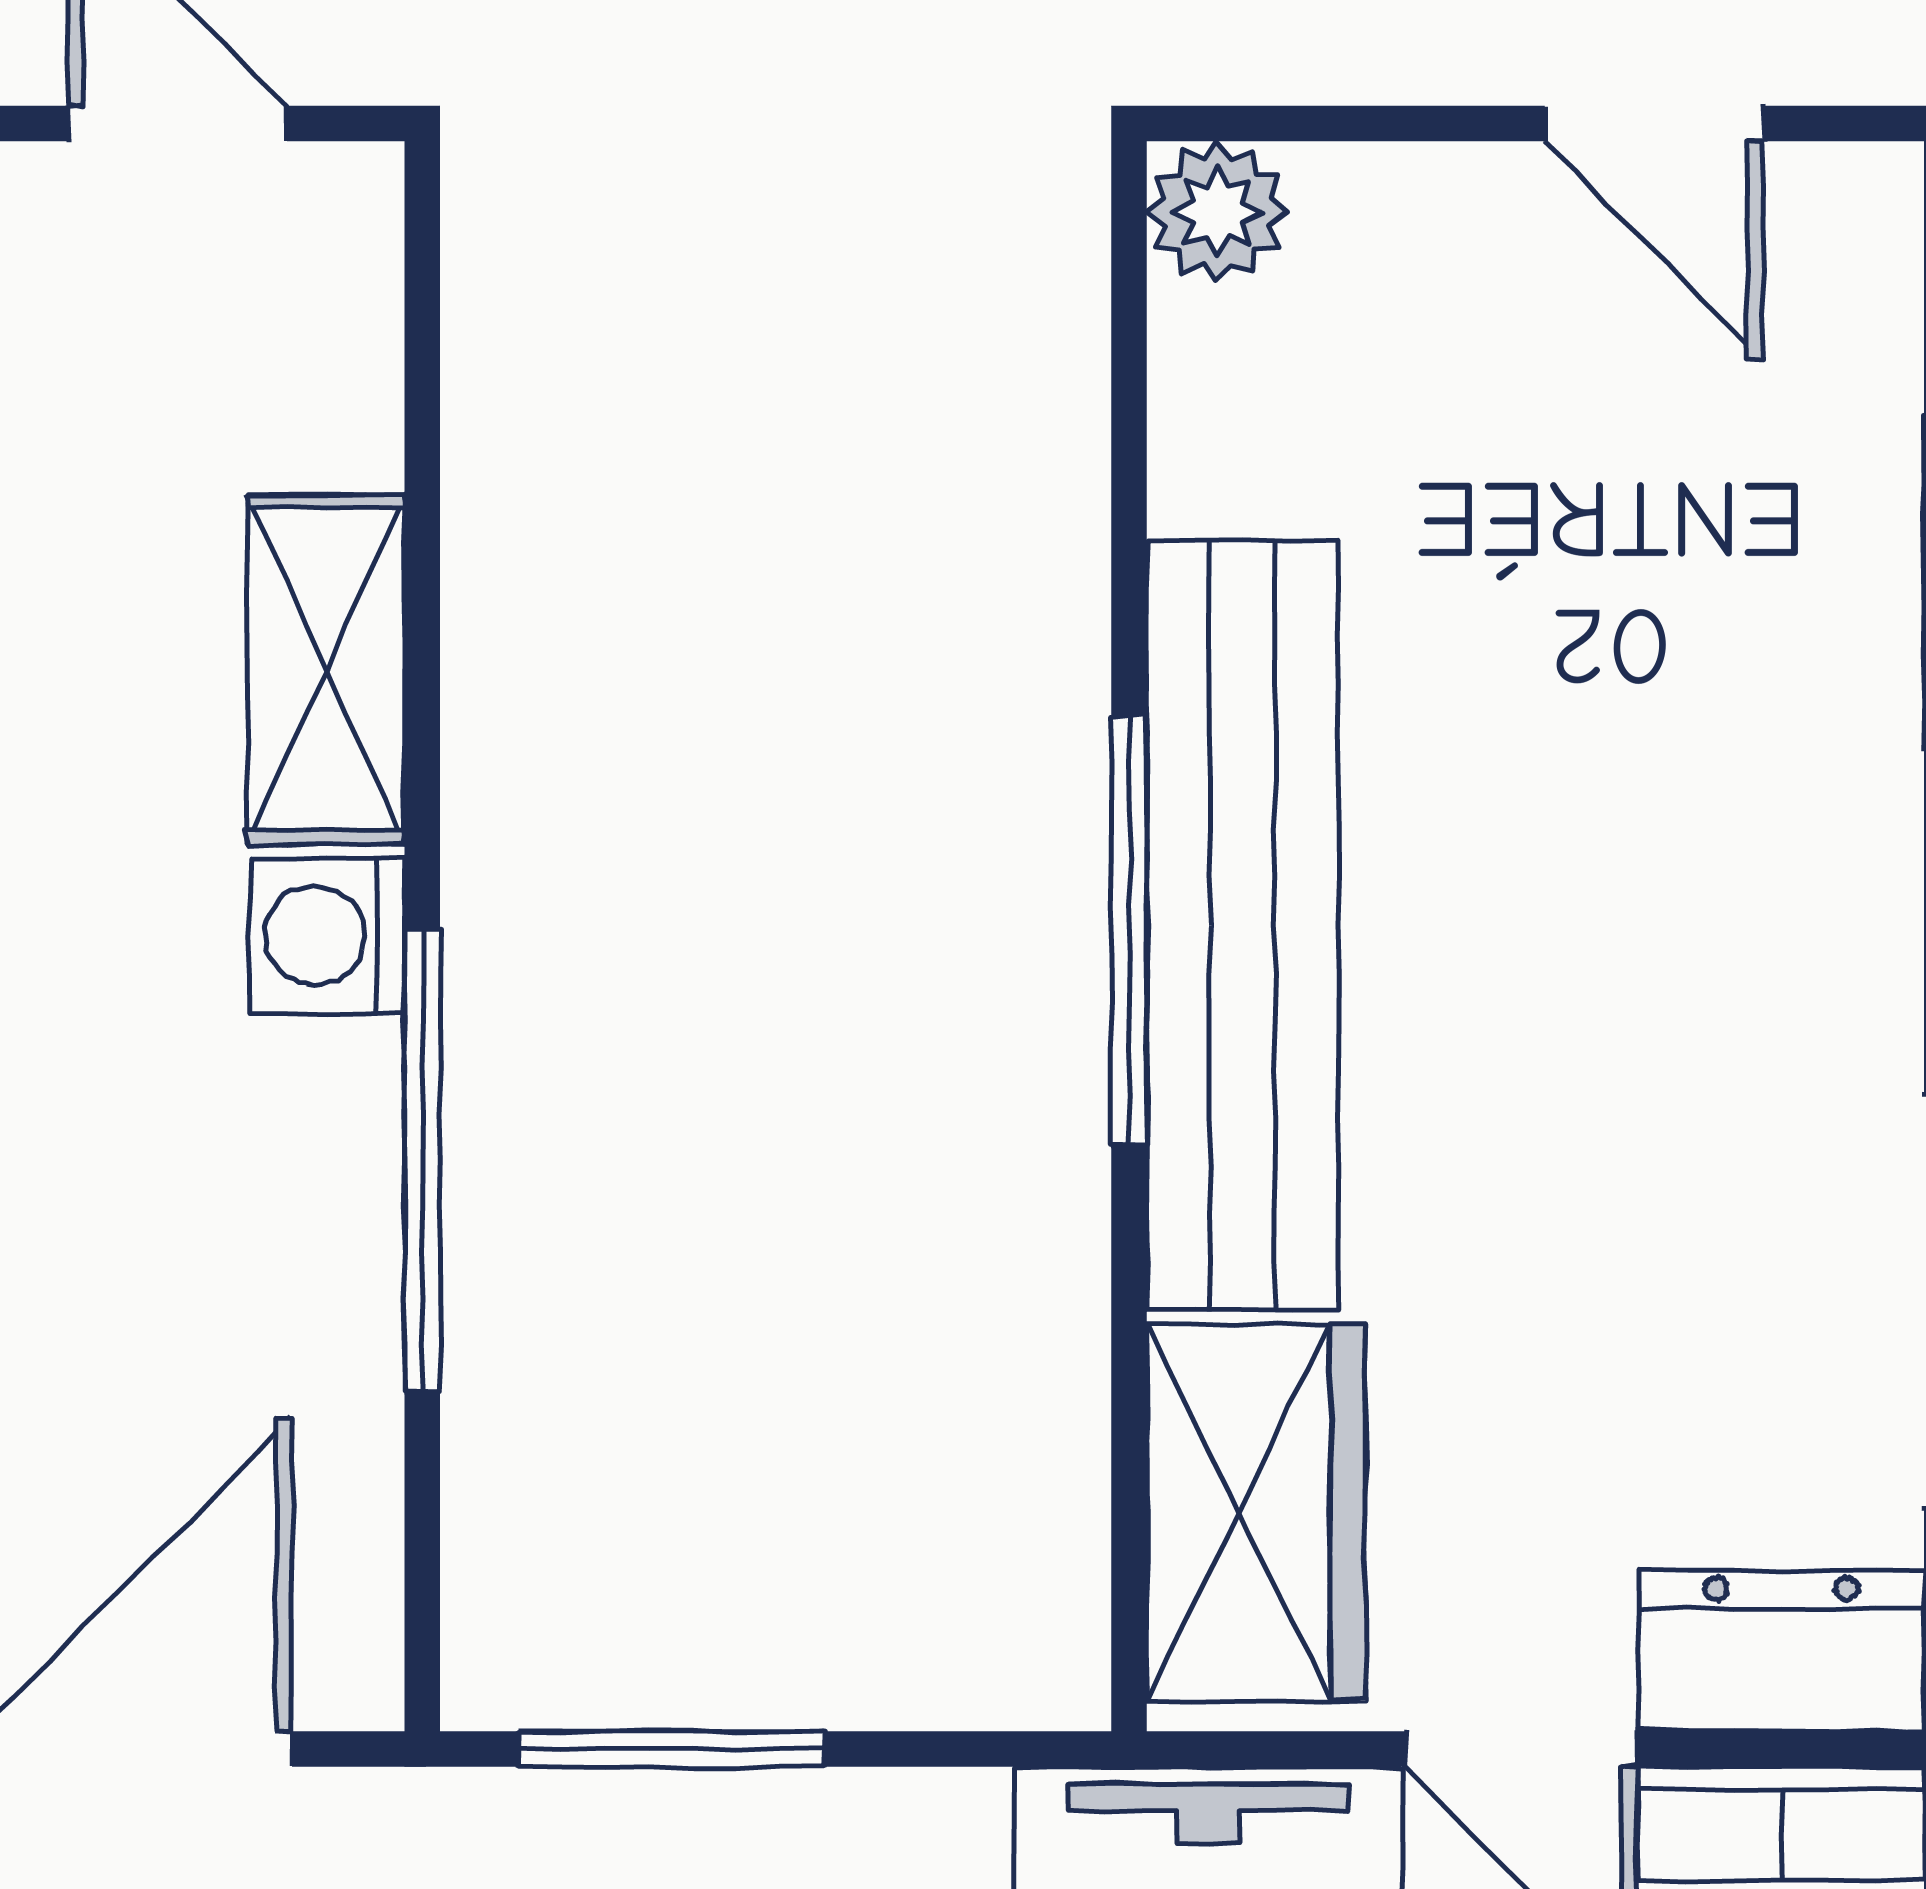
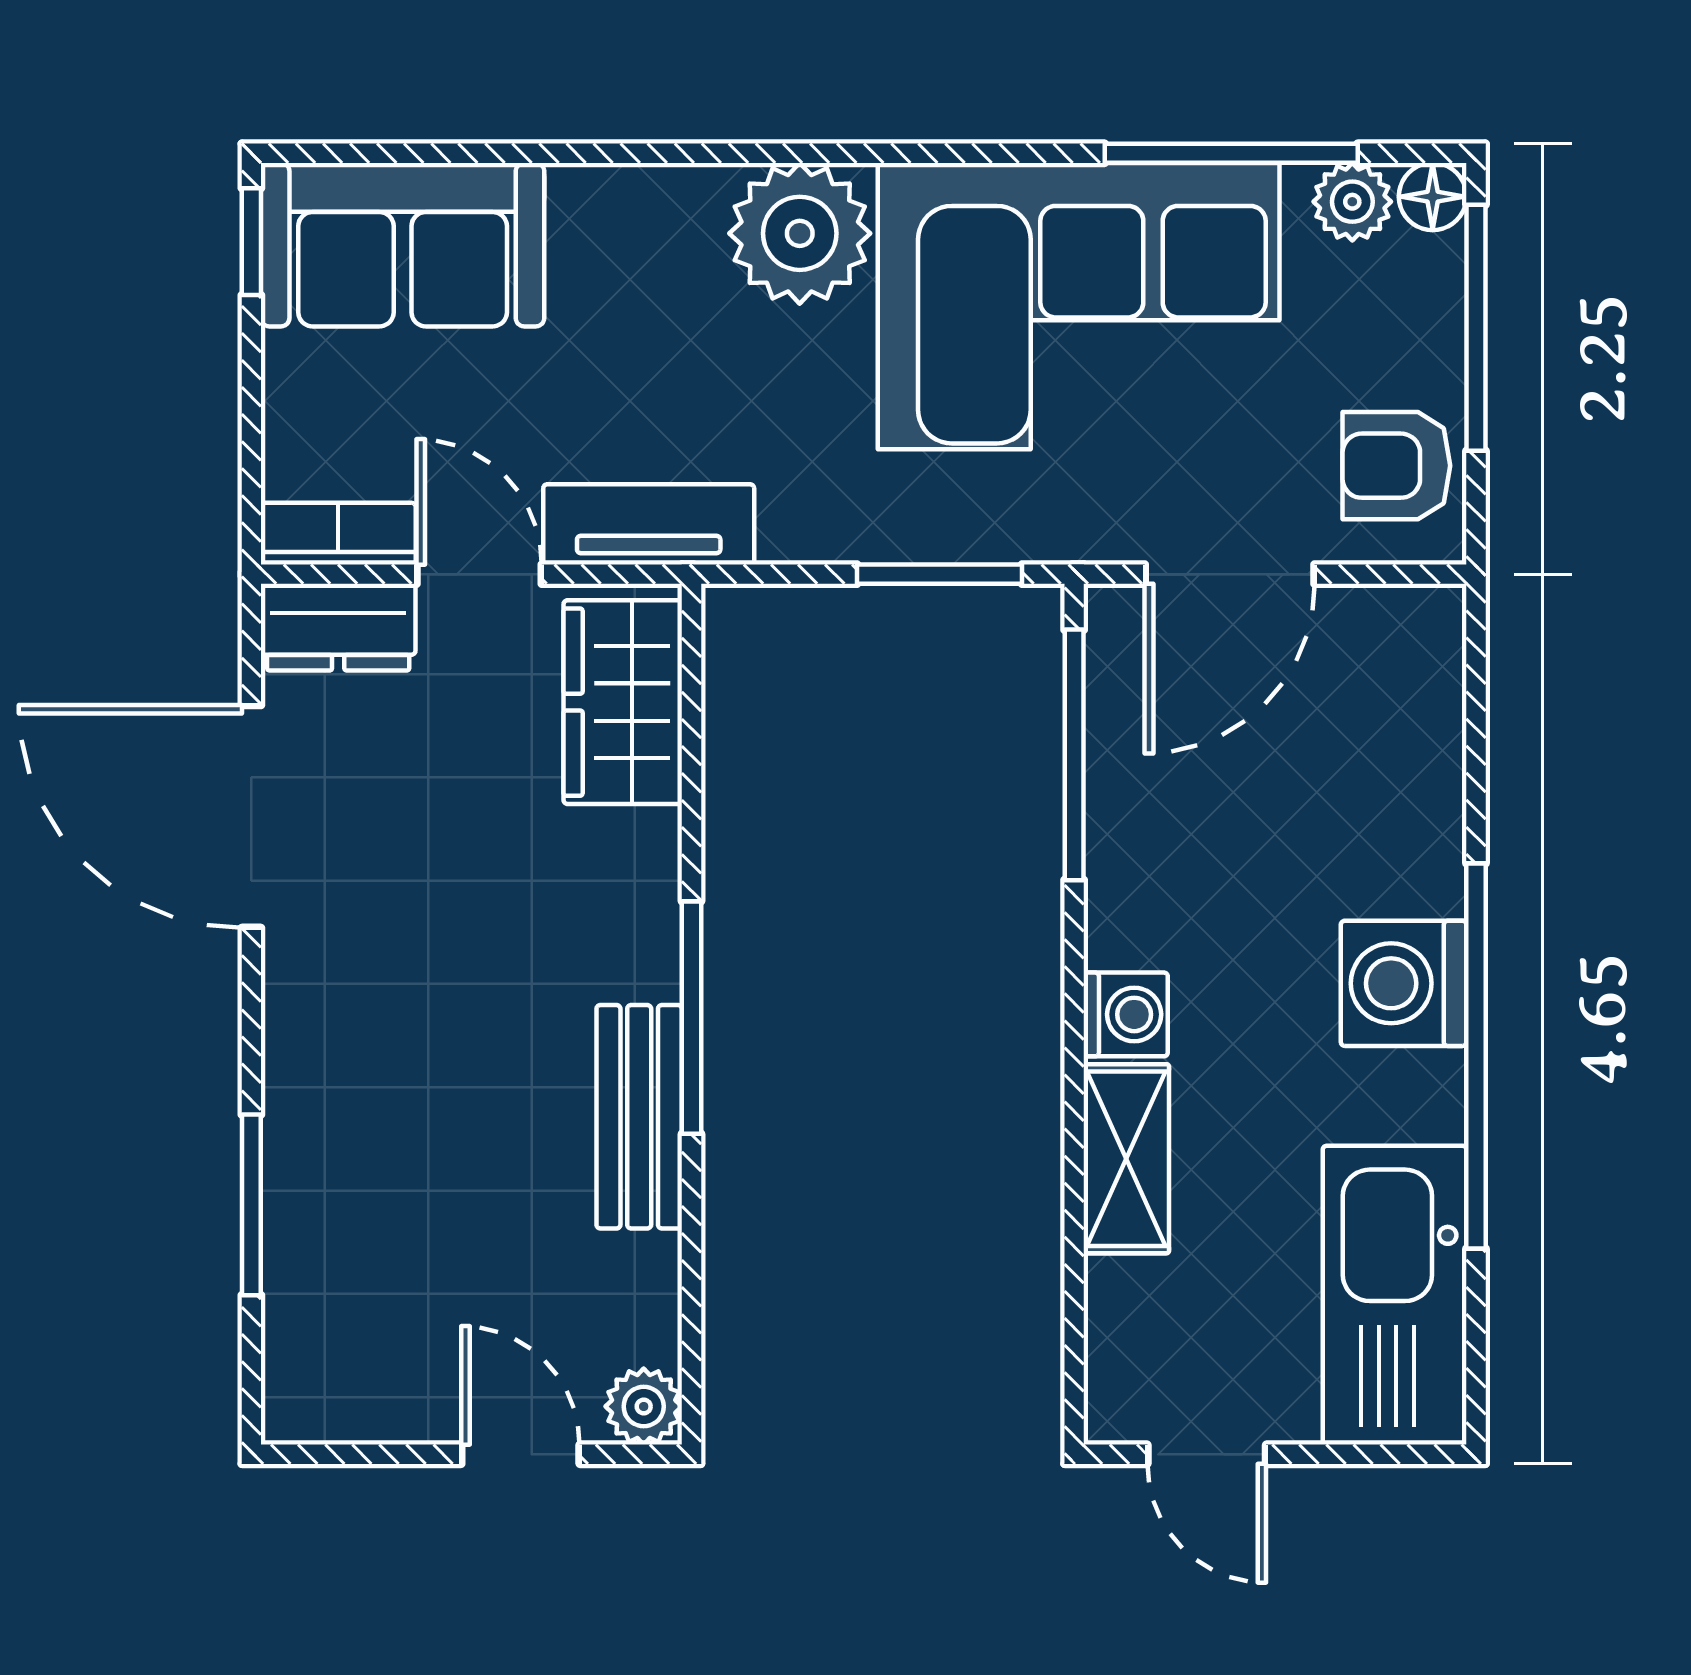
door: (1654, 124) -> (520, 1454), moved
bench: (1242, 925) -> (639, 1117), width x0.54, depth x0.82
window: (422, 1160) -> (1074, 755), moved

